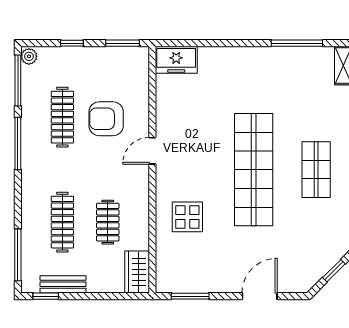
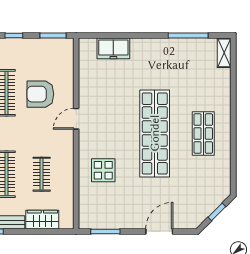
freezer: (176, 60) -> (113, 48), moved
wardrobe: (137, 272) -> (42, 220), moved, turned 90

